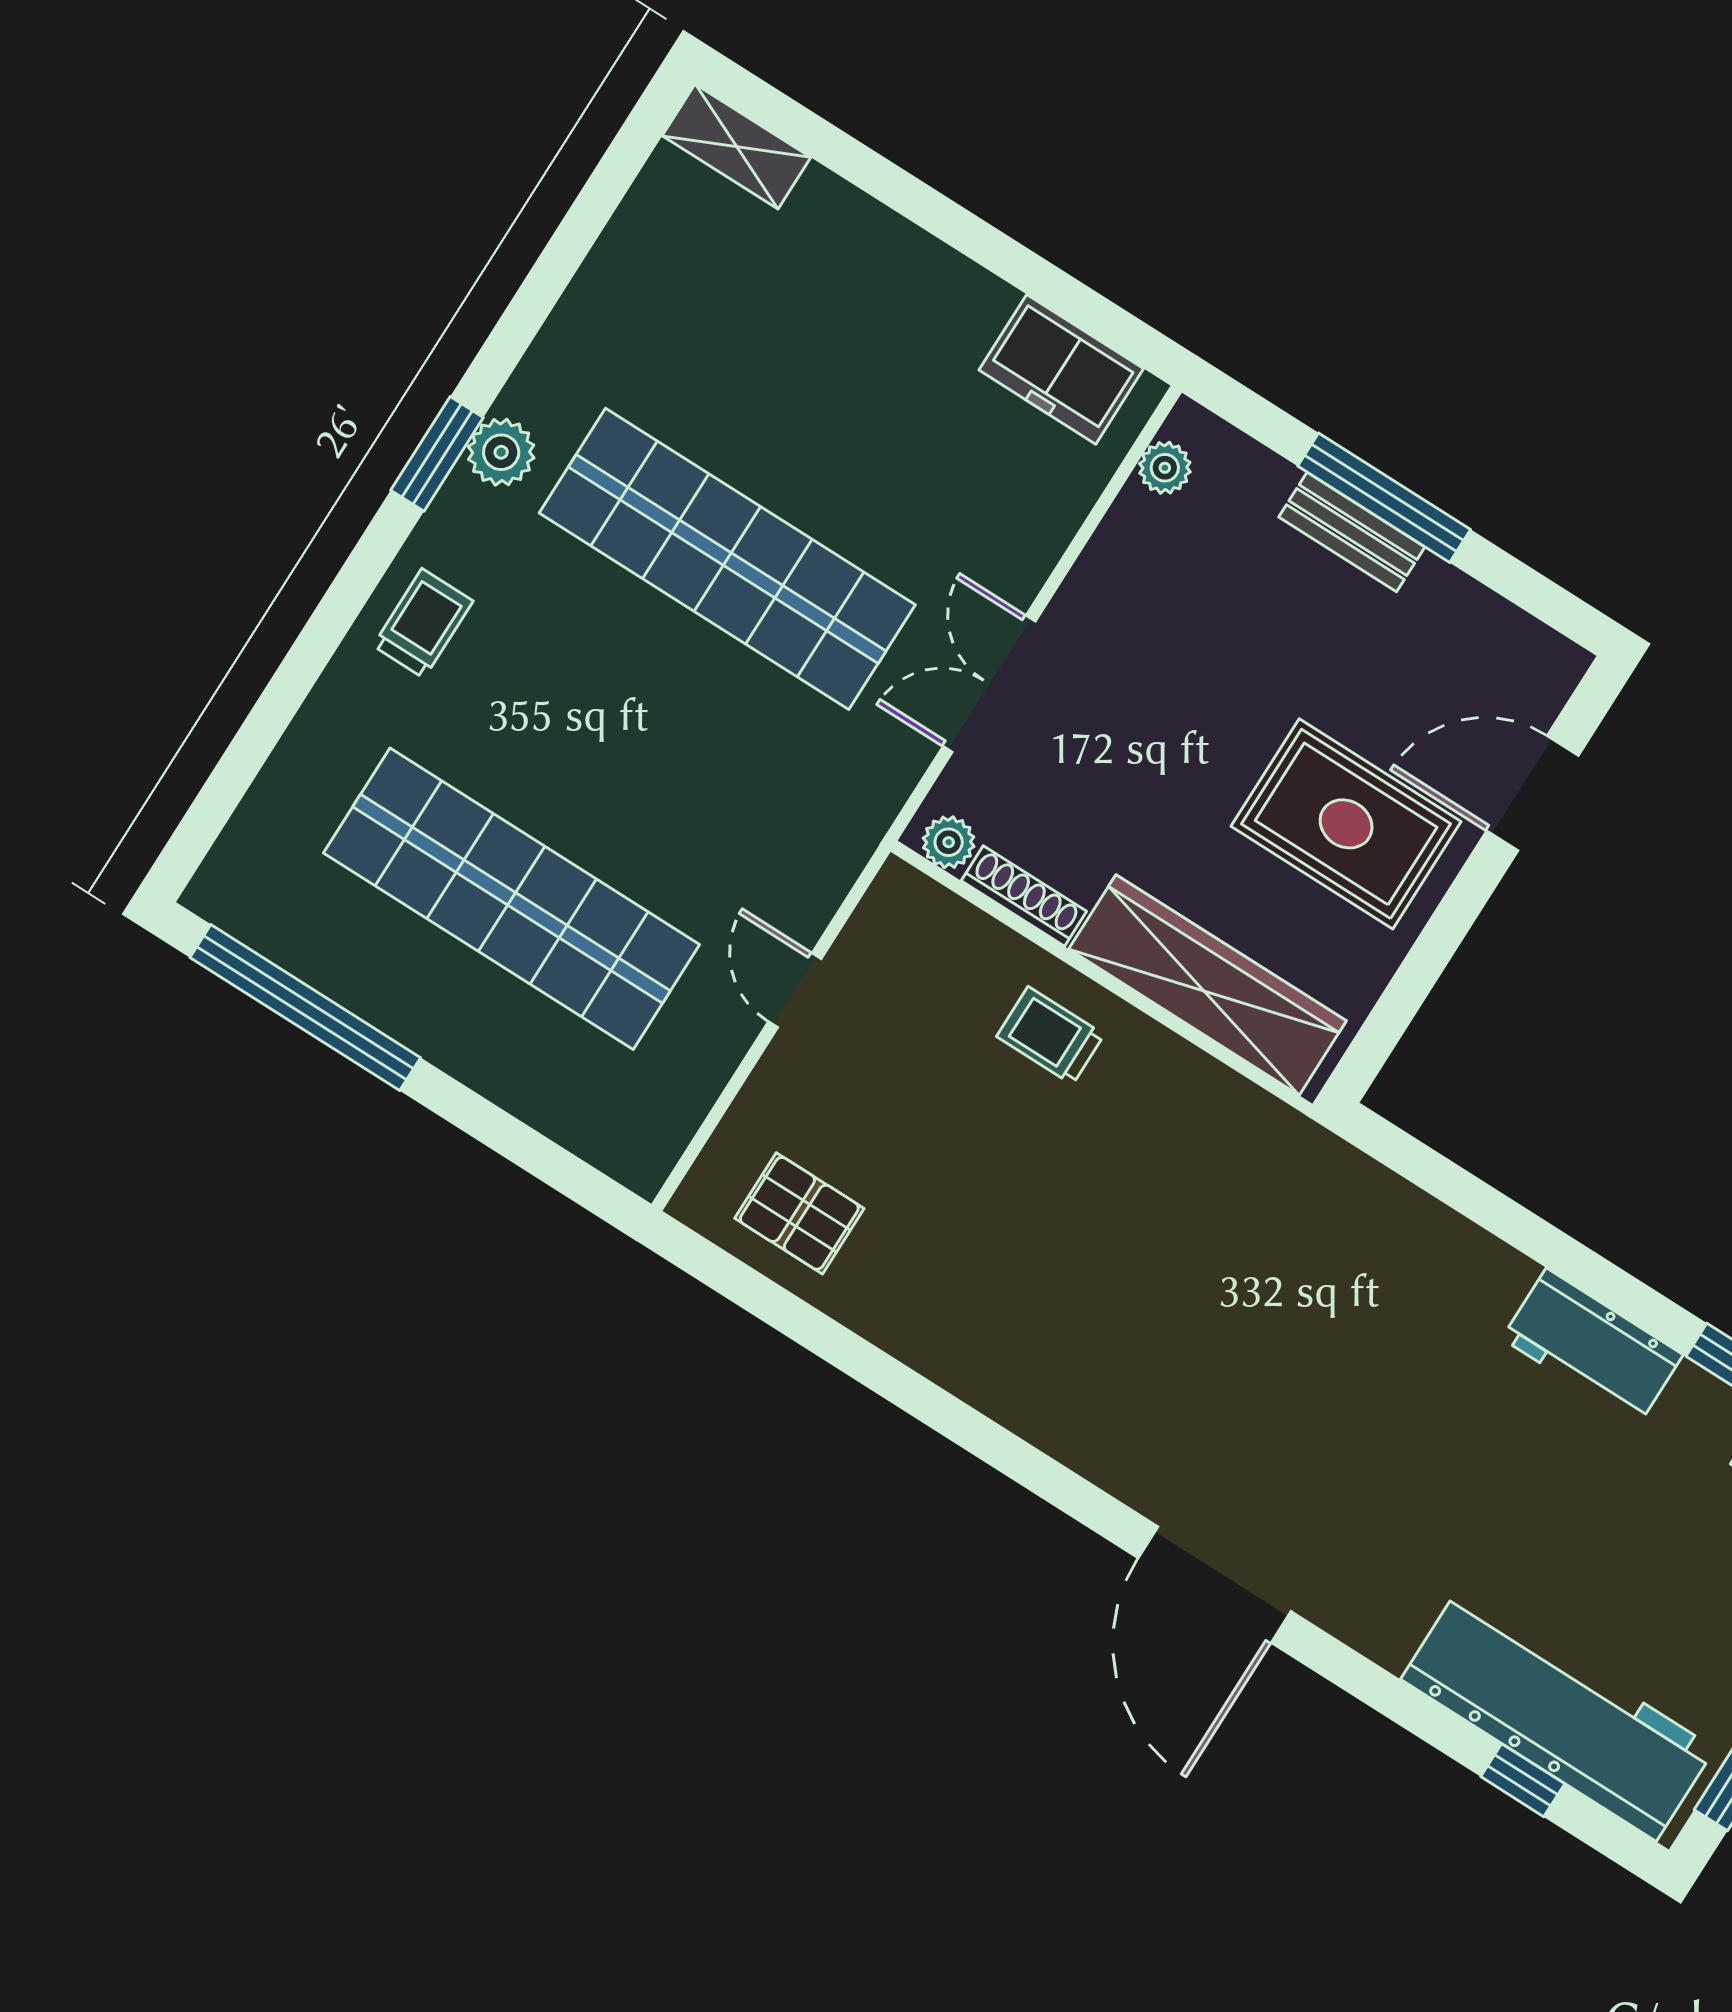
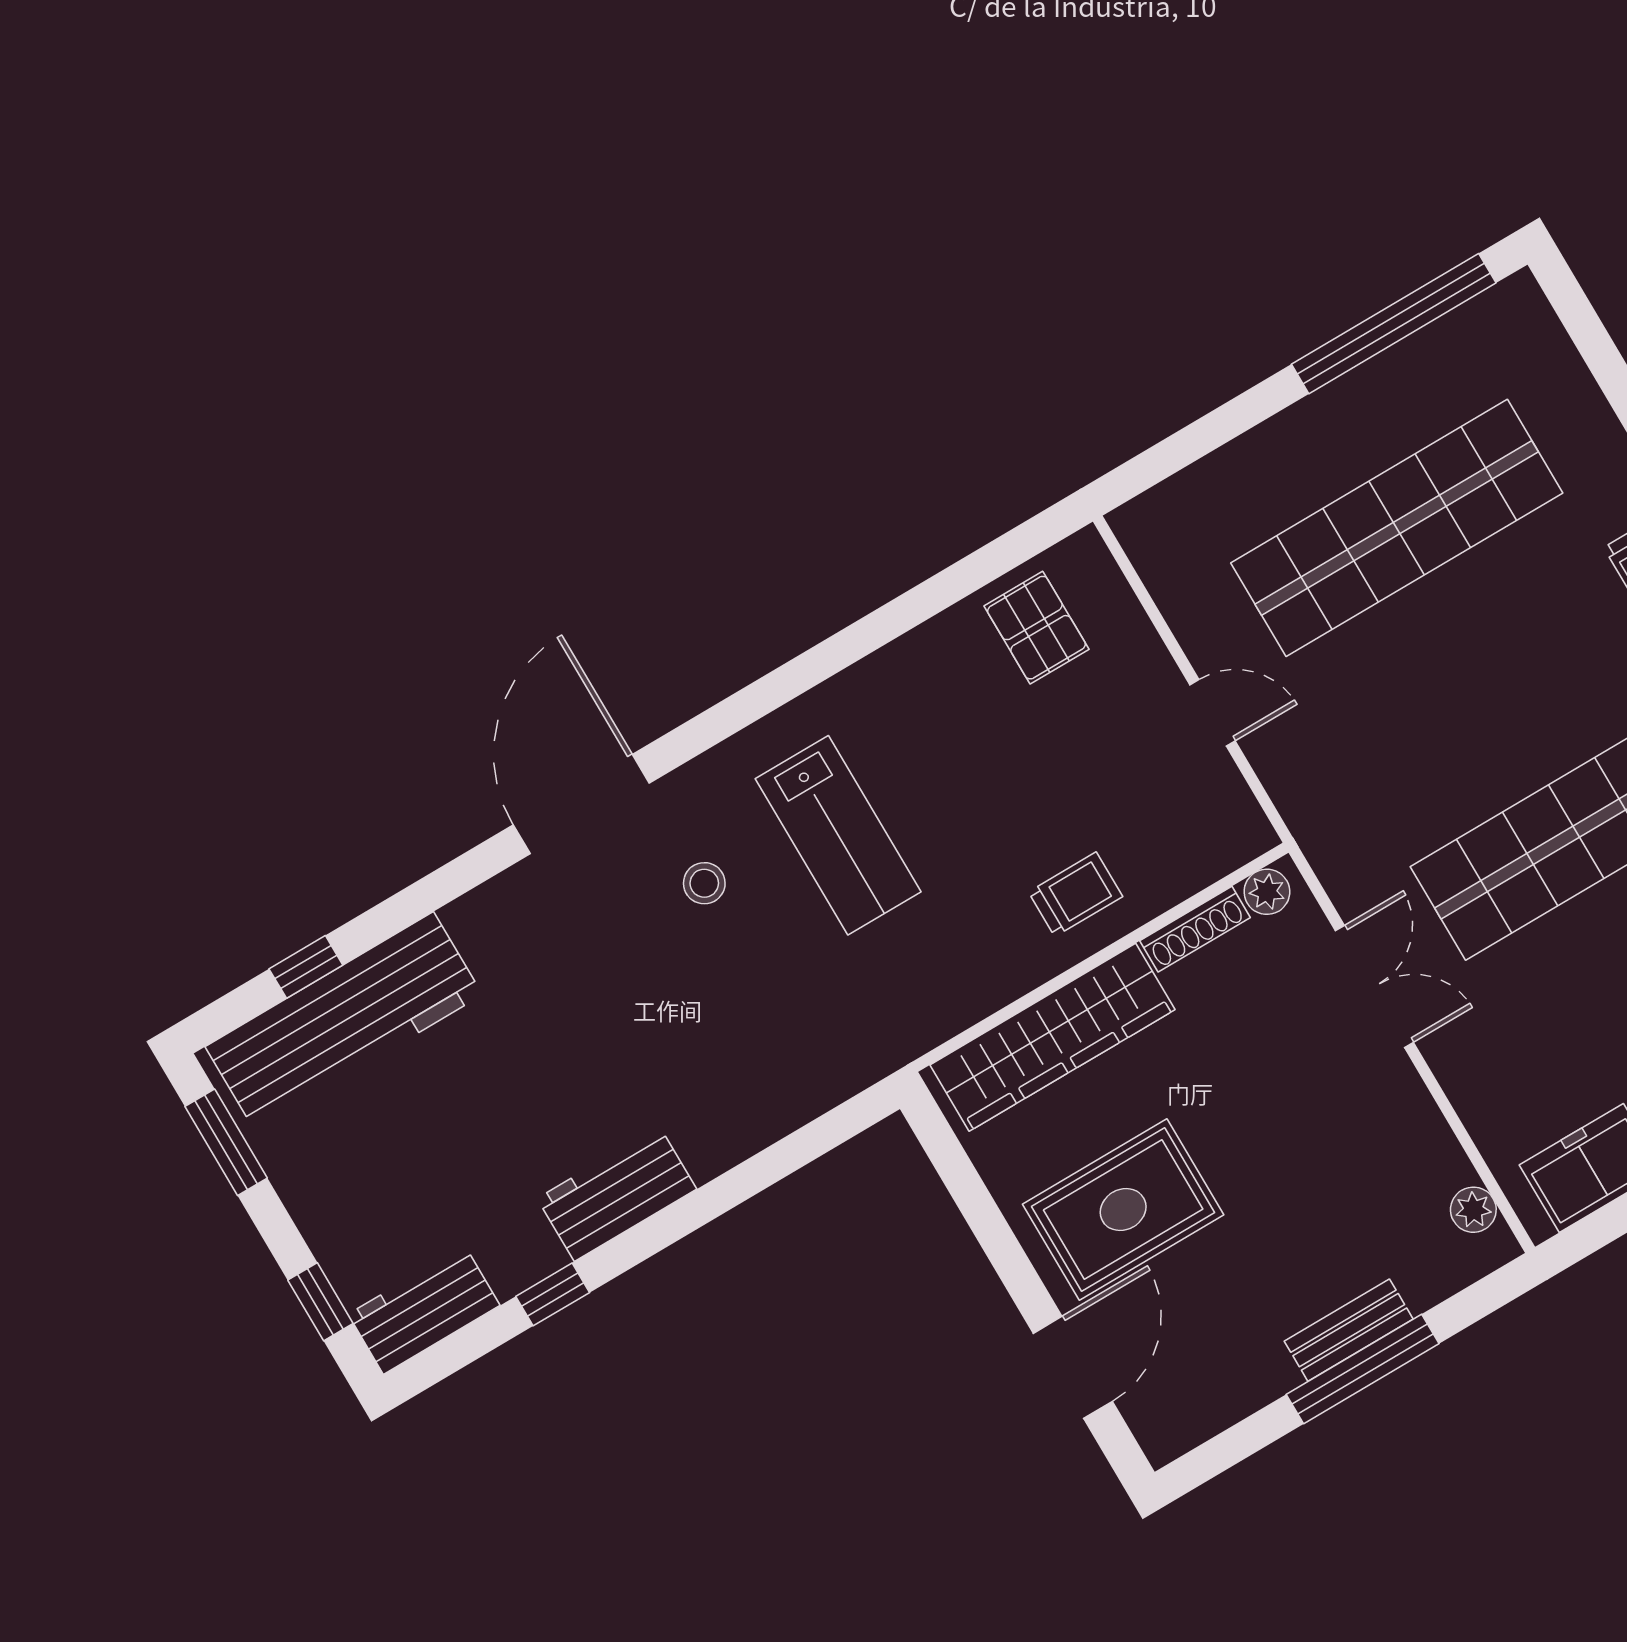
pallet: (799, 1213) -> (1036, 628), turned 90
lab bench: (1113, 1307) -> (838, 835), added
stool: (1231, 1419) -> (704, 883), added
door: (1215, 1585) -> (581, 804), hinge flipped

